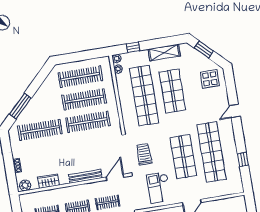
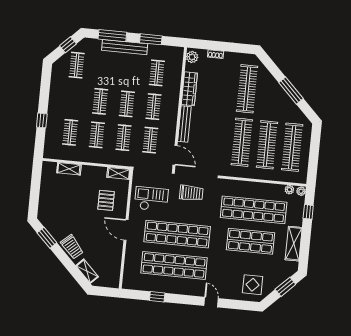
window: (20, 106) -> (291, 91), moved
shop shelf: (183, 157) -> (177, 234), width x1.40
wardrobe: (49, 181) -> (189, 89), width x1.50

